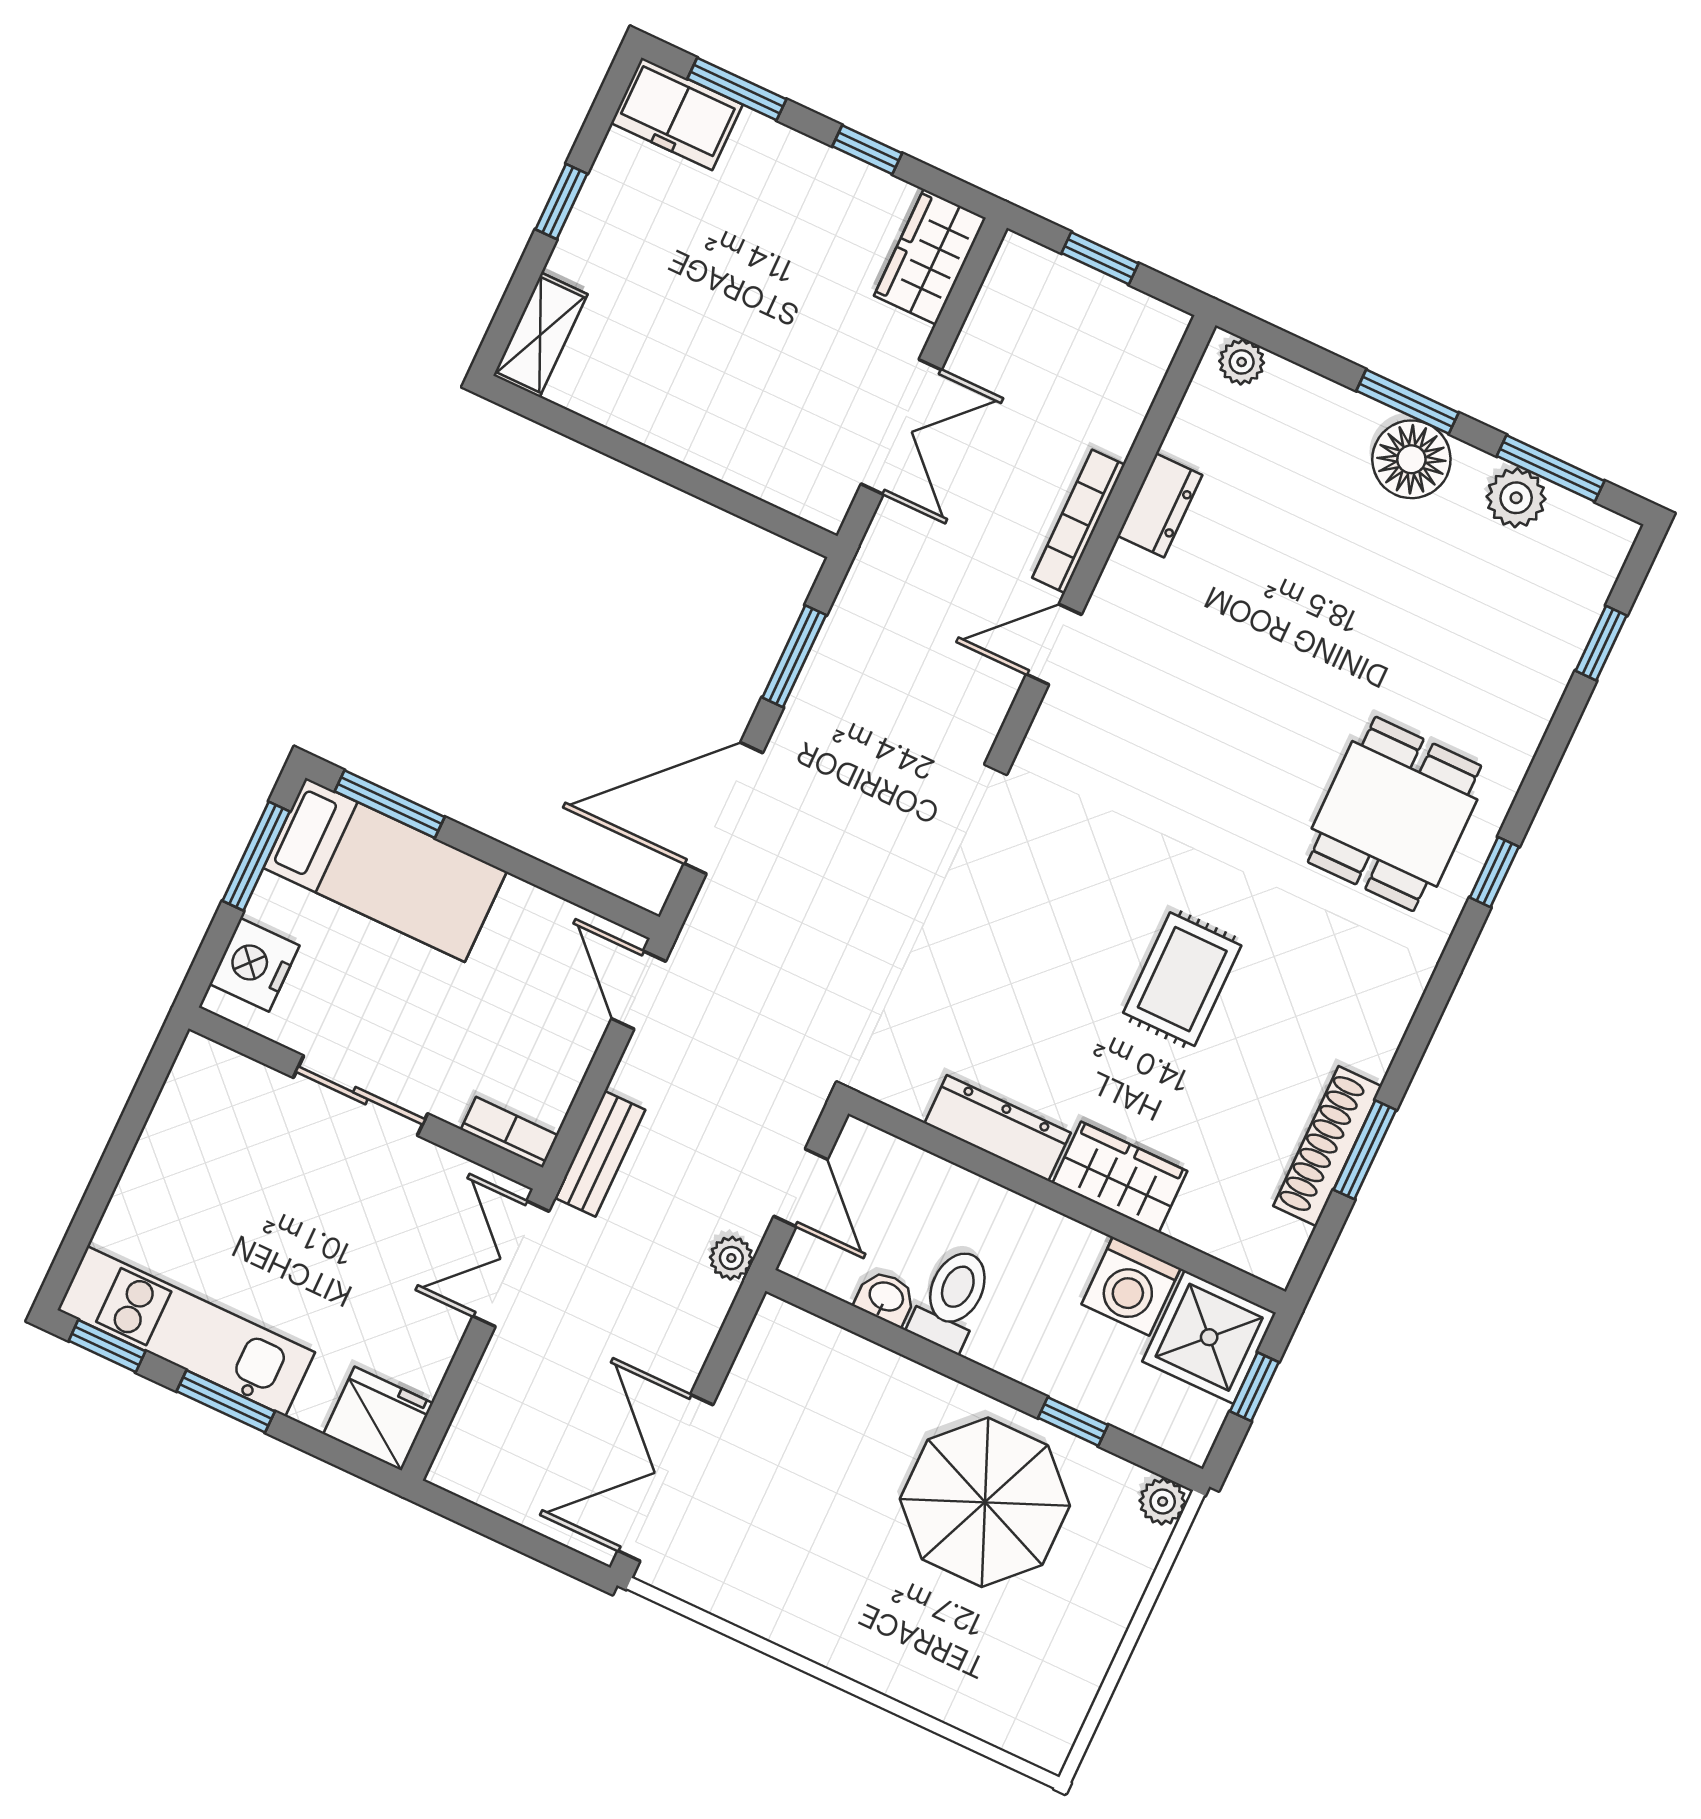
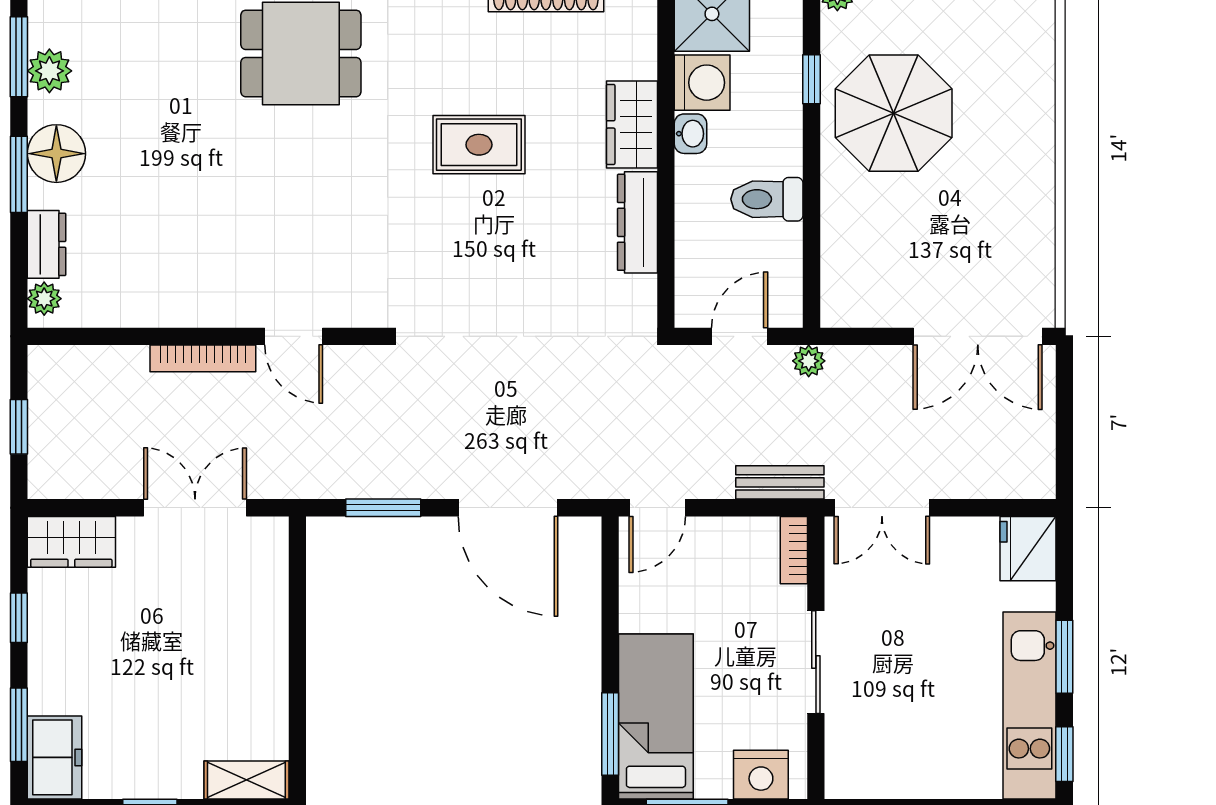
dresser: (1160, 505) -> (47, 244), moved, turned 90
washbasin: (886, 1298) -> (690, 134), moved, turned 180

